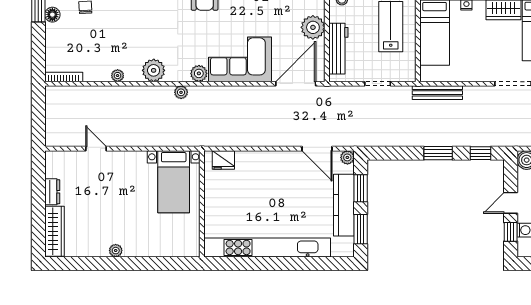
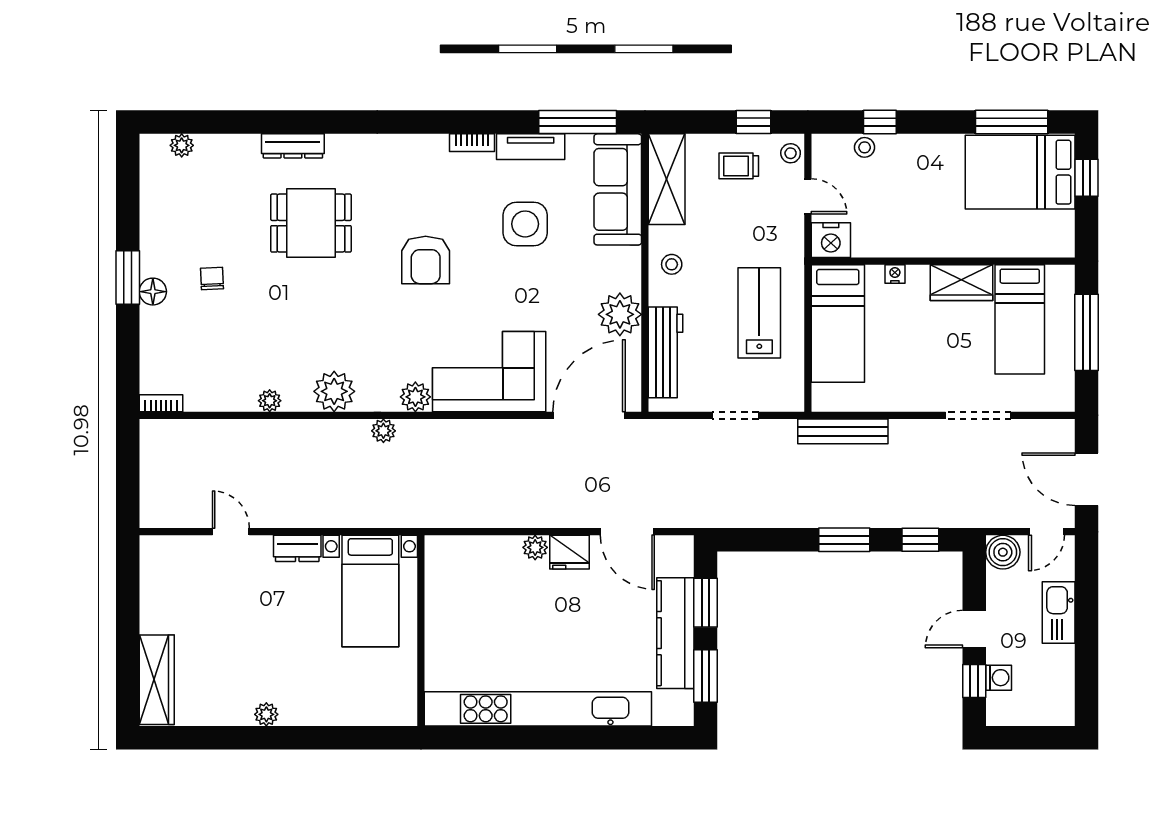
bookcase: (64, 77) -> (161, 403), width x0.64
plant: (347, 157) -> (535, 547), moved
fridge: (223, 160) -> (569, 552), moved
dresser: (52, 192) -> (297, 548), moved, turned 90

